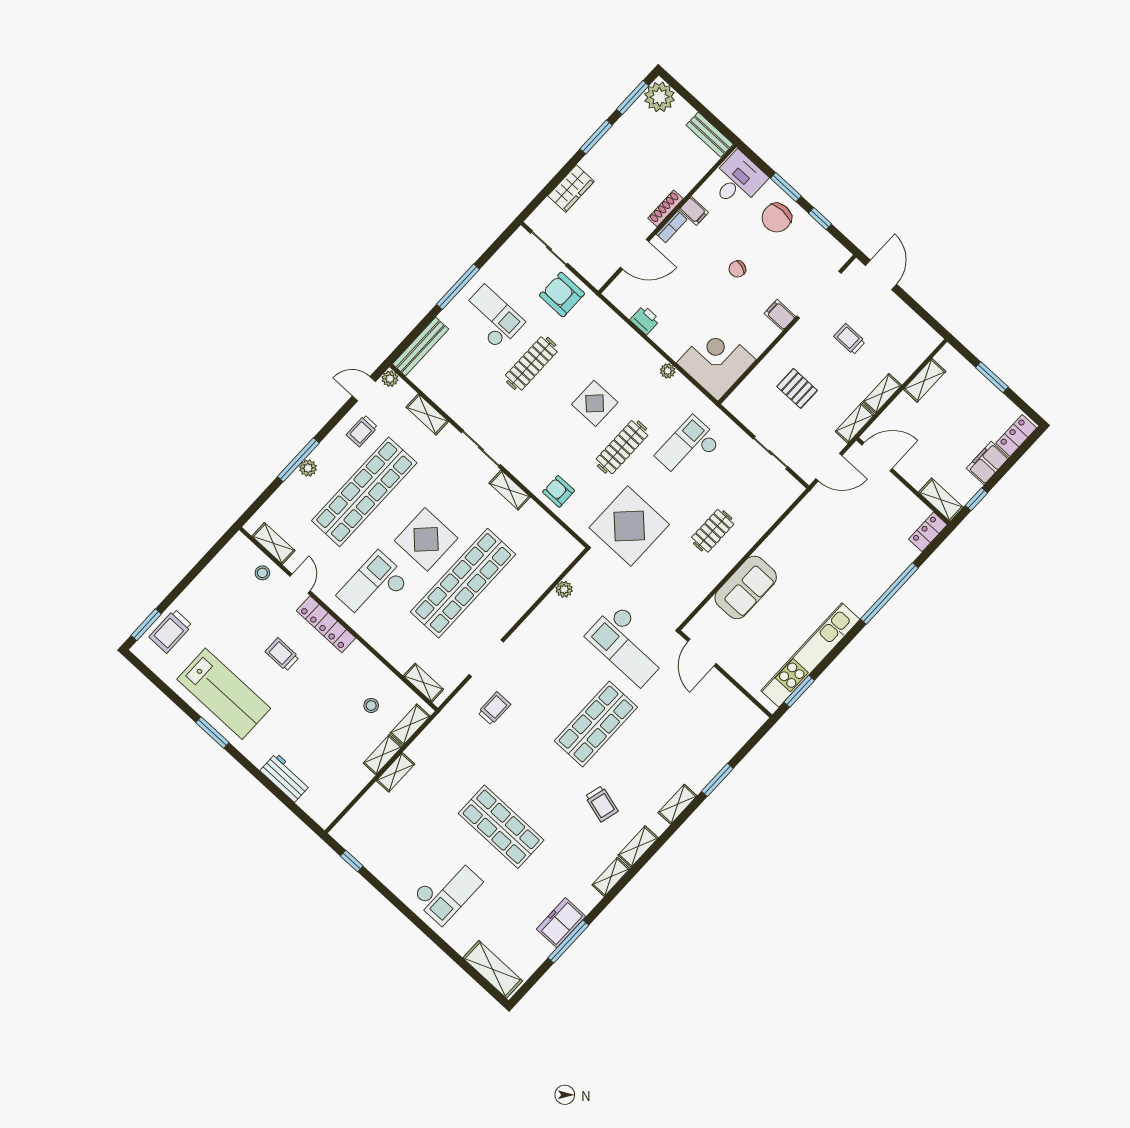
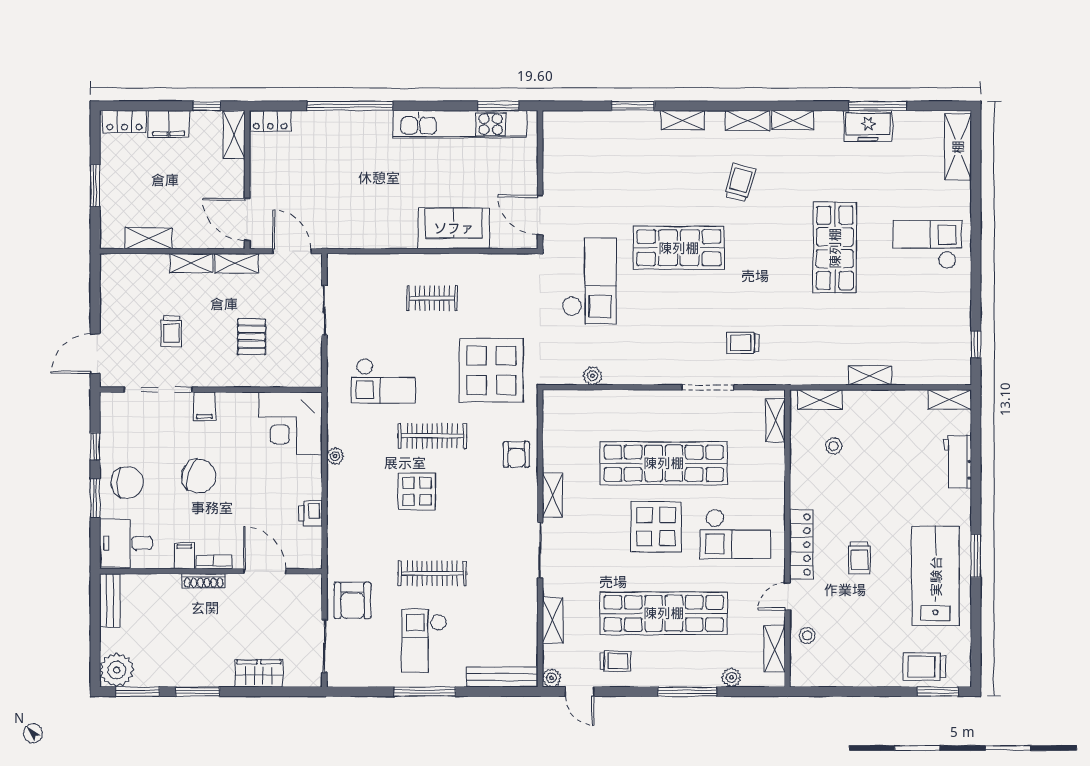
chair: (737, 269) -> (199, 476), width x1.87, depth x1.87
plant: (308, 468) -> (731, 677), moved
trolley: (171, 631) -> (924, 667), turned 180
door: (702, 653) -> (540, 215), swing flipped
shelving: (383, 755) -> (950, 399), moved

